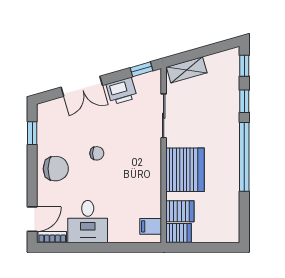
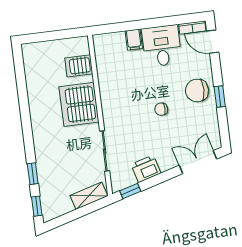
double door: (82, 86) -> (198, 162), moved
window: (32, 133) -> (220, 97), moved
window: (244, 157) -> (26, 123), removed
door: (32, 219) -> (213, 42), hinge flipped
filing cabinet: (151, 226) -> (134, 40), moved, turned 90
server rack: (179, 233) -> (78, 46), removed

